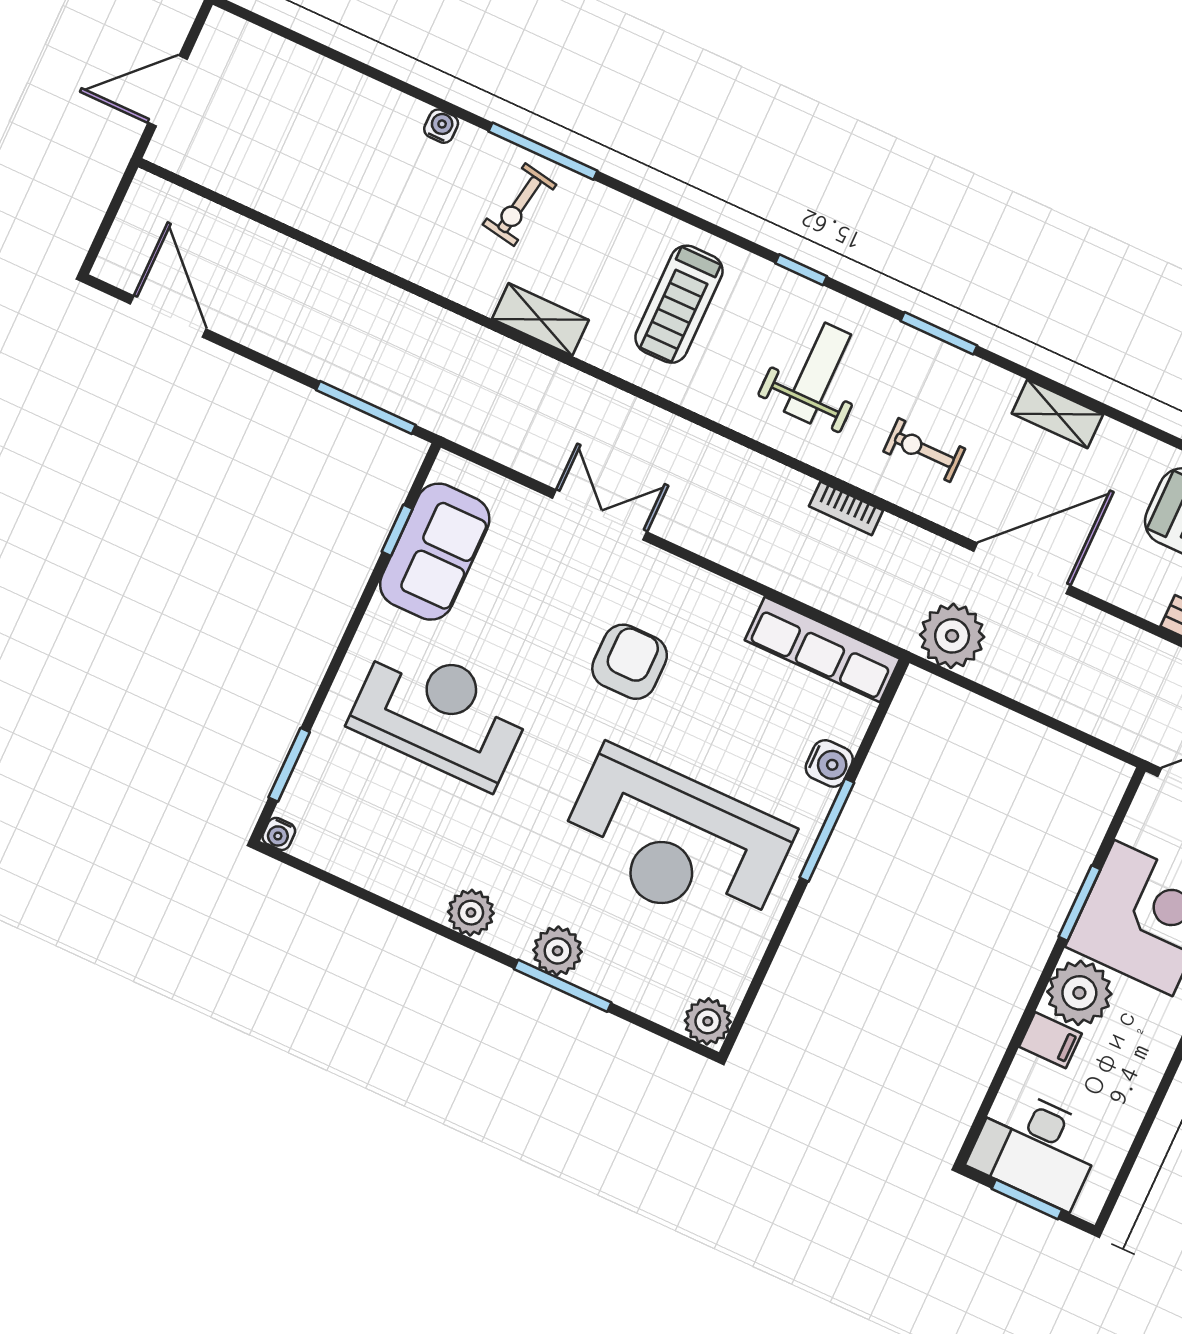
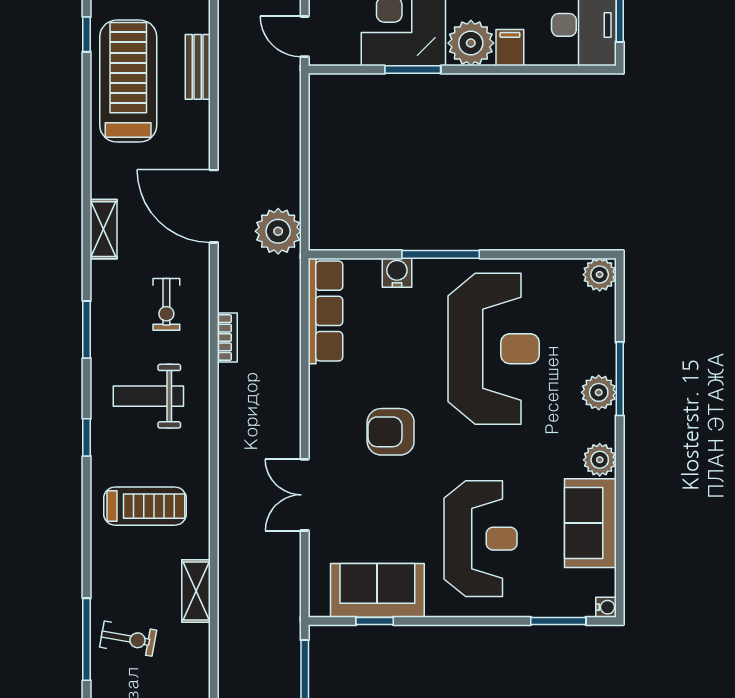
reception desk: (440, 714) -> (480, 539), turned 180
sofa: (395, 863) -> (590, 523), added

